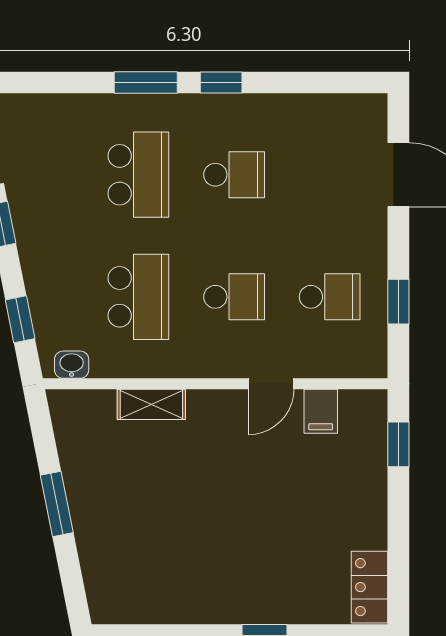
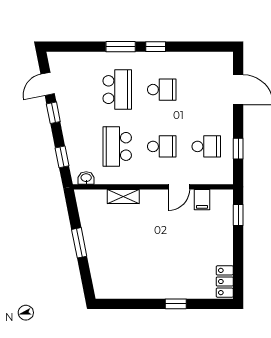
school desk: (138, 297) -> (117, 146), turned 180

